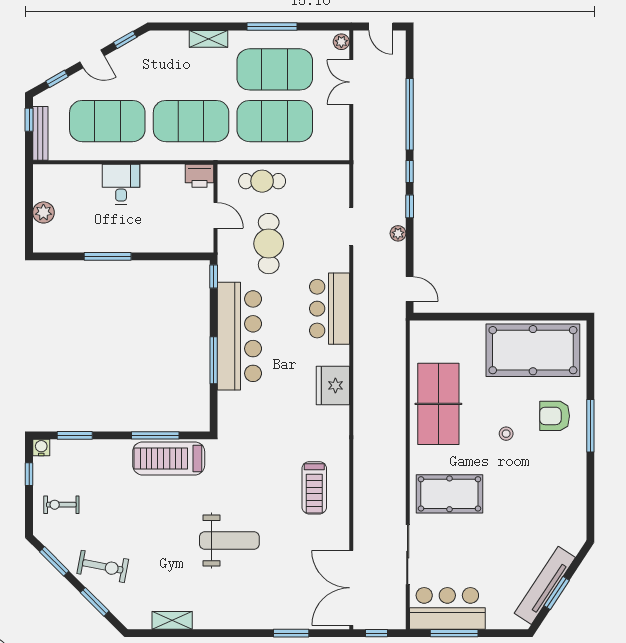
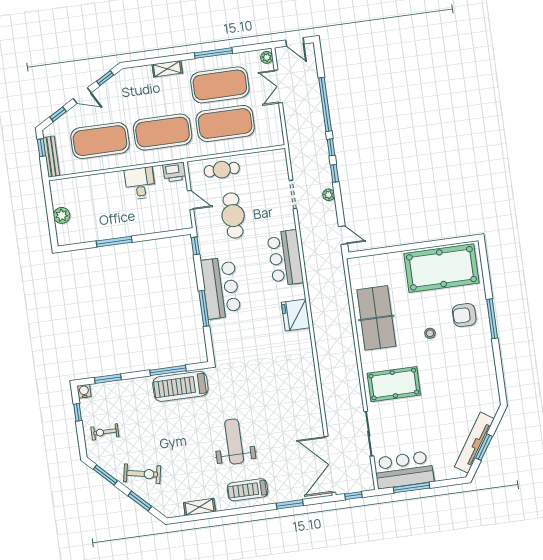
desk: (121, 184) -> (140, 183), moved
bar counter: (239, 336) -> (221, 288), width x0.73
treadmill: (314, 488) -> (248, 490), moved, turned 90
weight bench: (229, 541) -> (234, 441), turned -90

